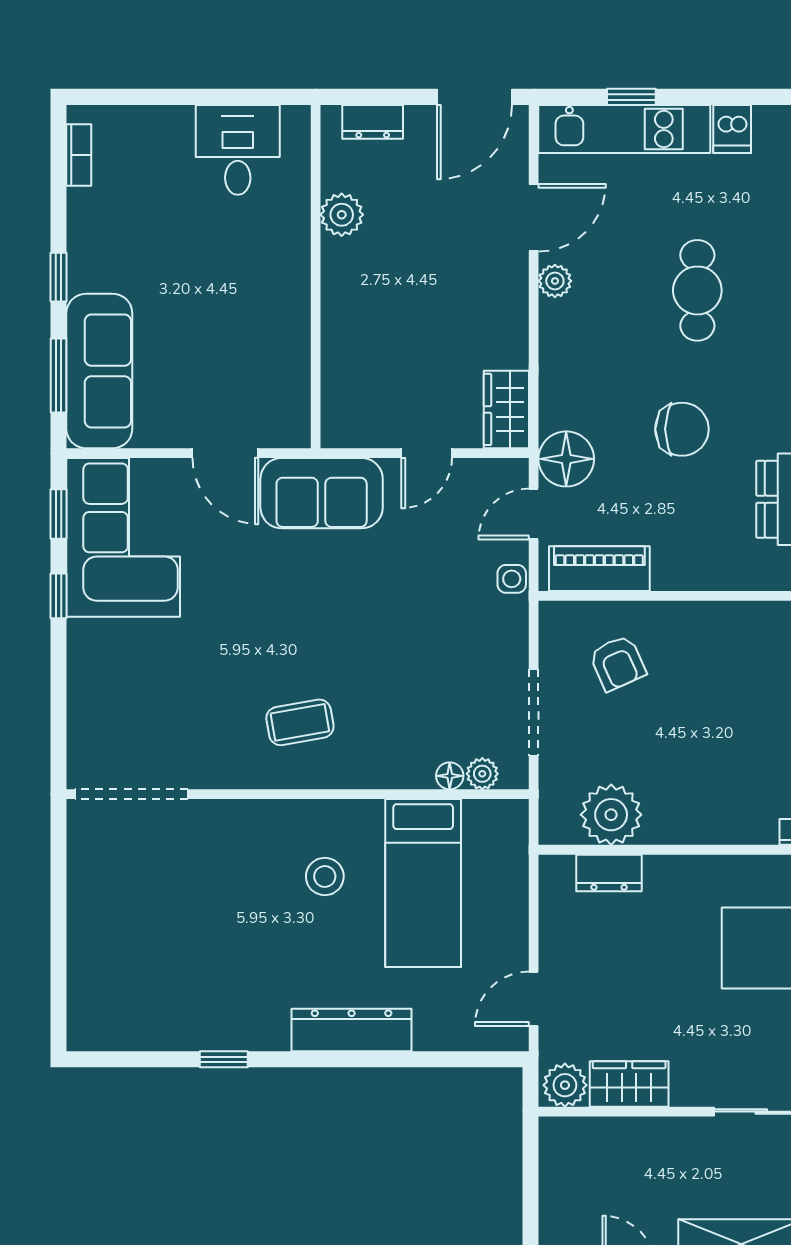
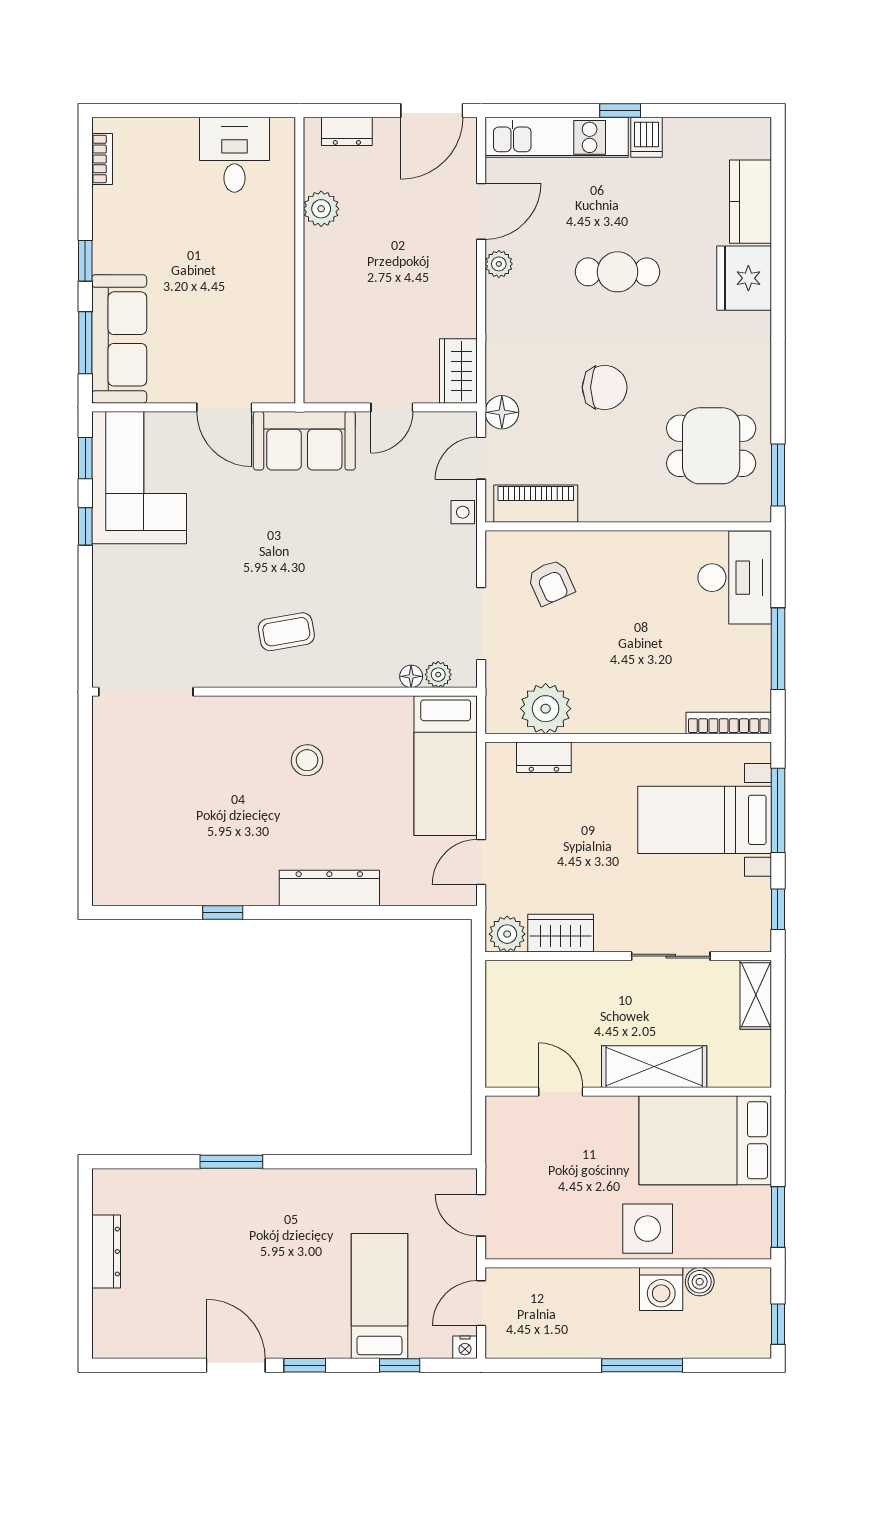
window: (631, 97) -> (620, 111), moved
cafe table: (697, 290) -> (617, 272), turned 90
floor lamp: (566, 459) -> (502, 412), width x0.73, depth x0.73
bed: (423, 883) -> (446, 766), moved

